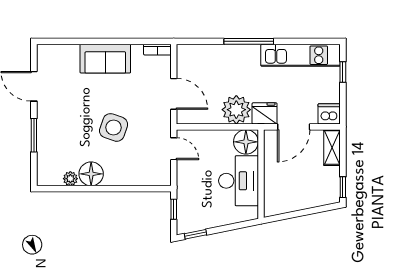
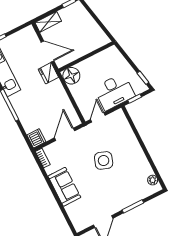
plant: (236, 110) -> (55, 92), removed
dishwasher: (329, 114) -> (36, 138), moved, turned 180
floor lamp: (91, 174) -> (139, 160), removed
plant: (70, 179) -> (153, 180), moved
desk: (238, 181) -> (114, 92), moved, turned 180

